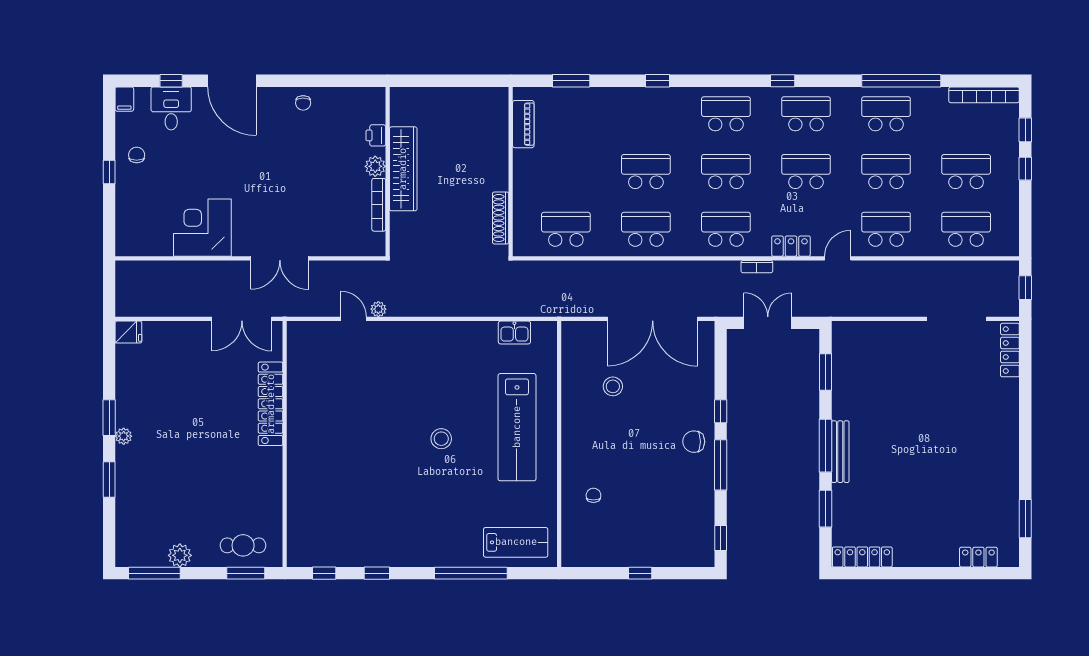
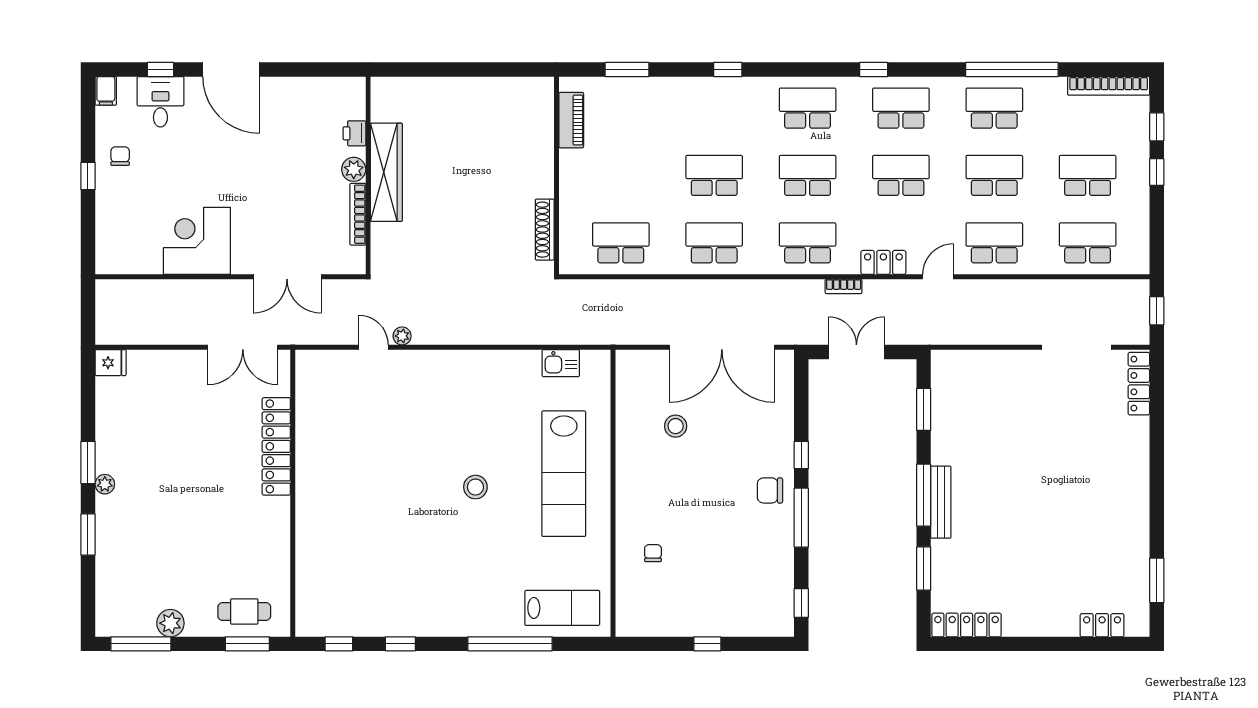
chair: (303, 103) -> (314, 95), removed
printer: (376, 135) -> (354, 133), moved
plant: (375, 166) -> (354, 169), moved
wardrobe: (403, 169) -> (386, 172), moved
wall: (388, 172) -> (368, 175), moved
bookcase: (379, 205) -> (358, 214), moved

